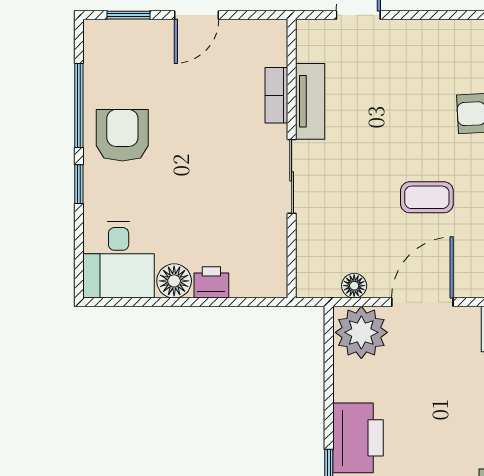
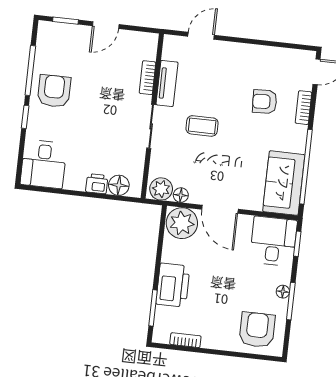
coffee table: (427, 197) -> (202, 126), moved
plant: (320, 279) -> (161, 189), added
floor lamp: (174, 281) -> (119, 185), moved
door: (422, 302) -> (220, 209), swing flipped

